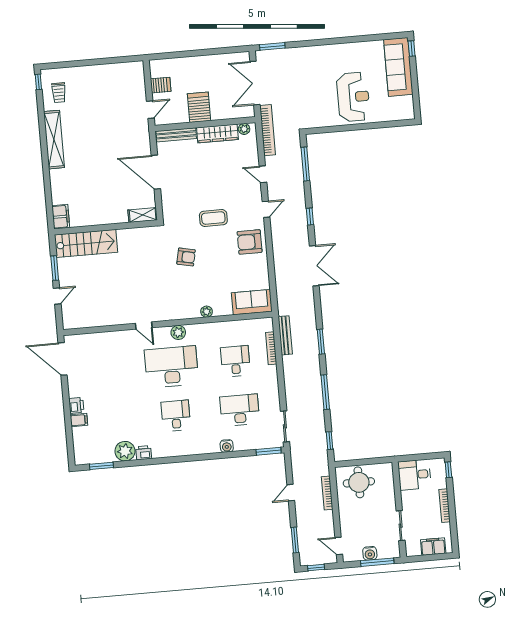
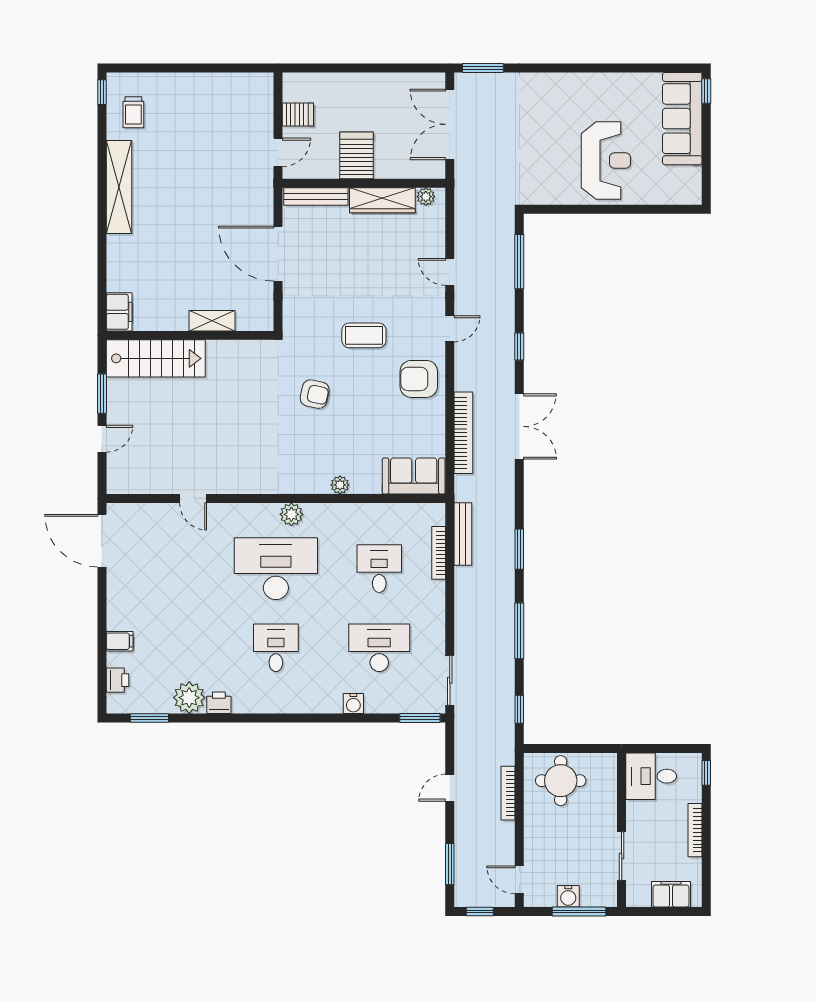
bookcase: (268, 130) -> (463, 433), moved
shelving: (143, 215) -> (212, 321), moved
door: (144, 326) -> (193, 498), moved
printer: (76, 405) -> (117, 680), moved

